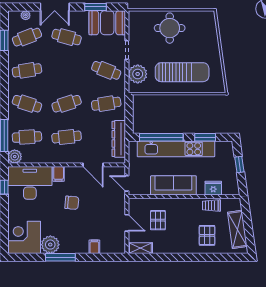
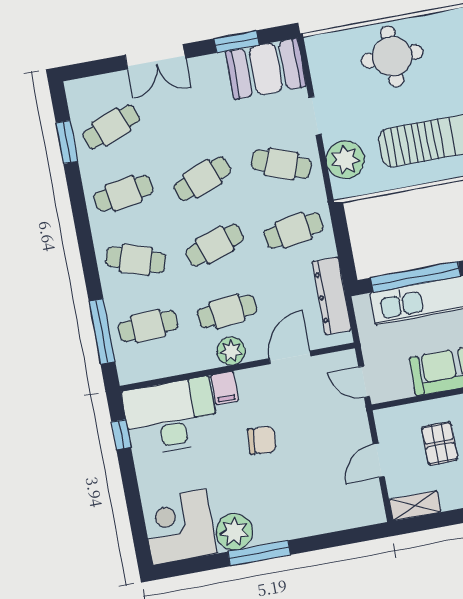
plant: (26, 15) -> (100, 84), removed
cafe table: (67, 37) -> (202, 179), moved, turned -36
plant: (15, 157) -> (231, 351), moved
door: (93, 165) -> (290, 357), swing flipped
door: (127, 223) -> (379, 460), swing flipped
filing cabinet: (94, 247) -> (323, 520), removed

